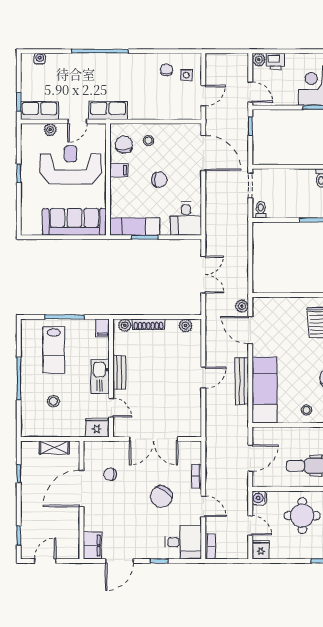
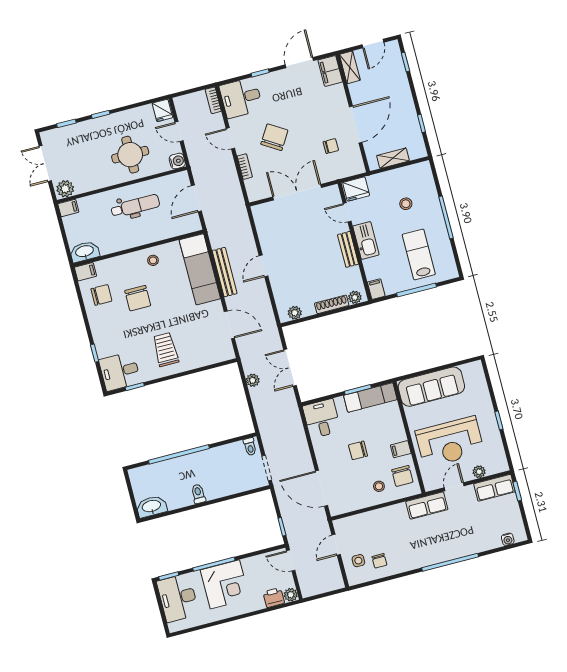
plant: (242, 306) -> (253, 380), moved
shelving: (73, 544) -> (350, 67), added

